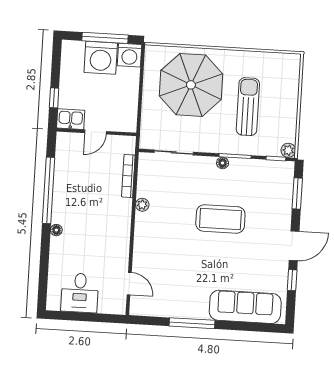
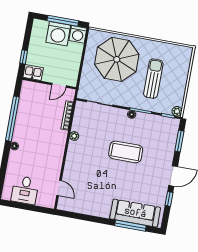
door: (95, 132) -> (59, 85), moved
window: (192, 323) -> (130, 226), moved

